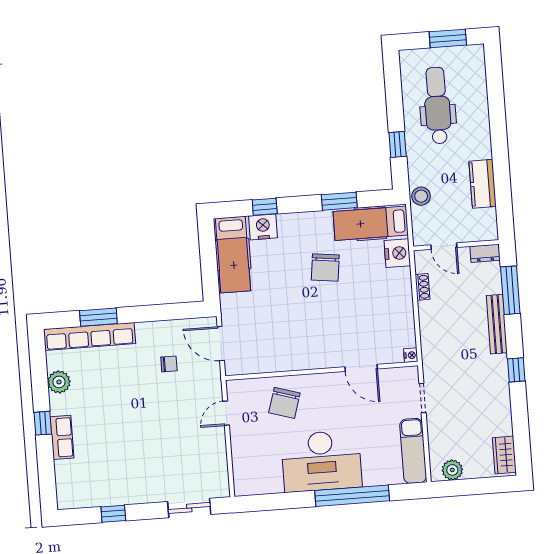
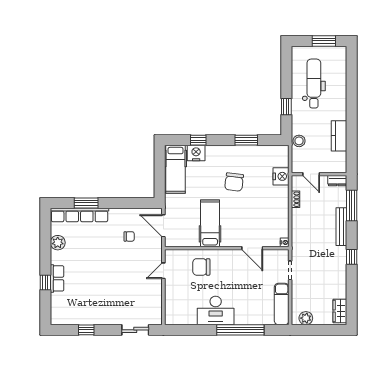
hospital bed: (371, 223) -> (210, 223), moved, turned 90
chair: (284, 403) -> (201, 267), turned 73
window: (43, 423) -> (45, 283), moved
desk: (321, 461) -> (216, 310), width x0.73, depth x0.77

